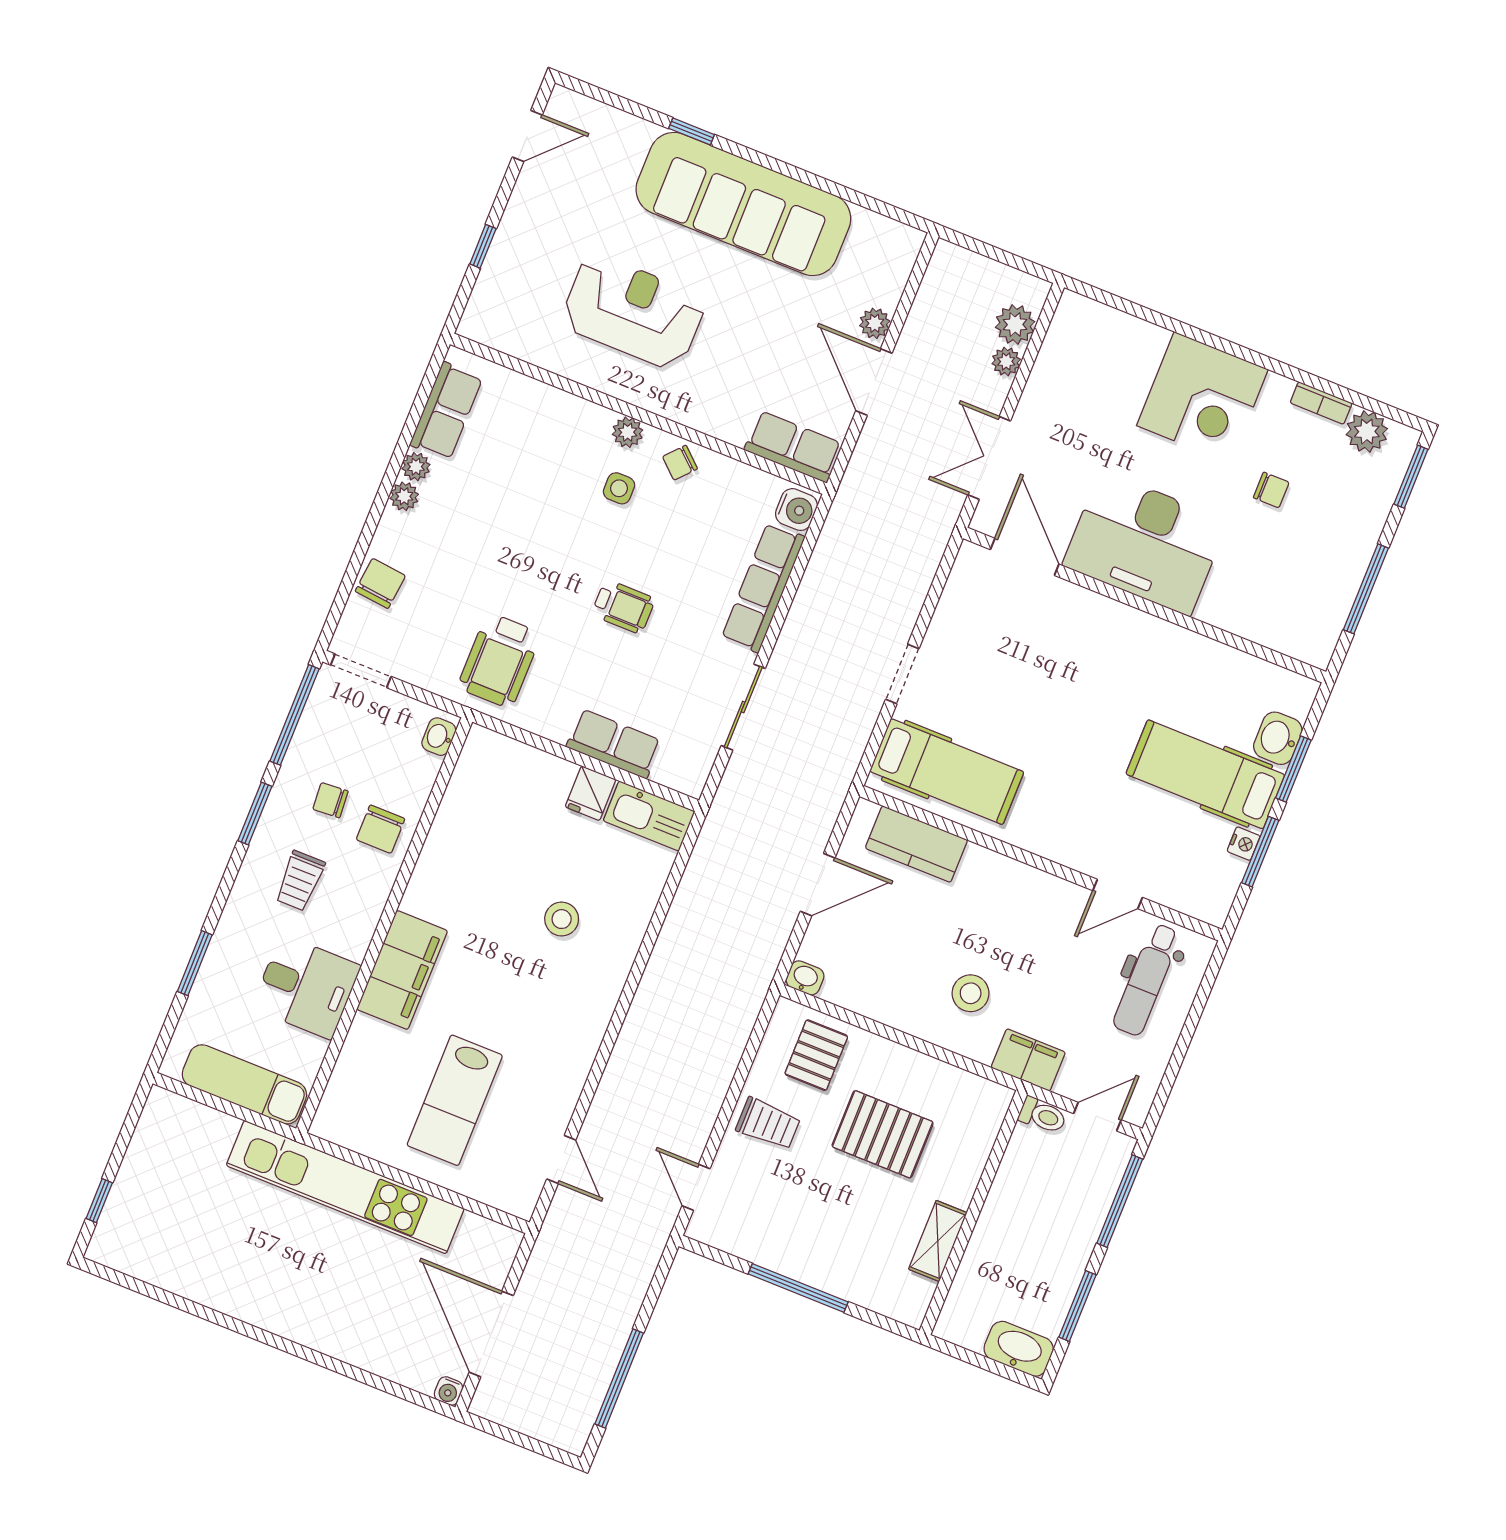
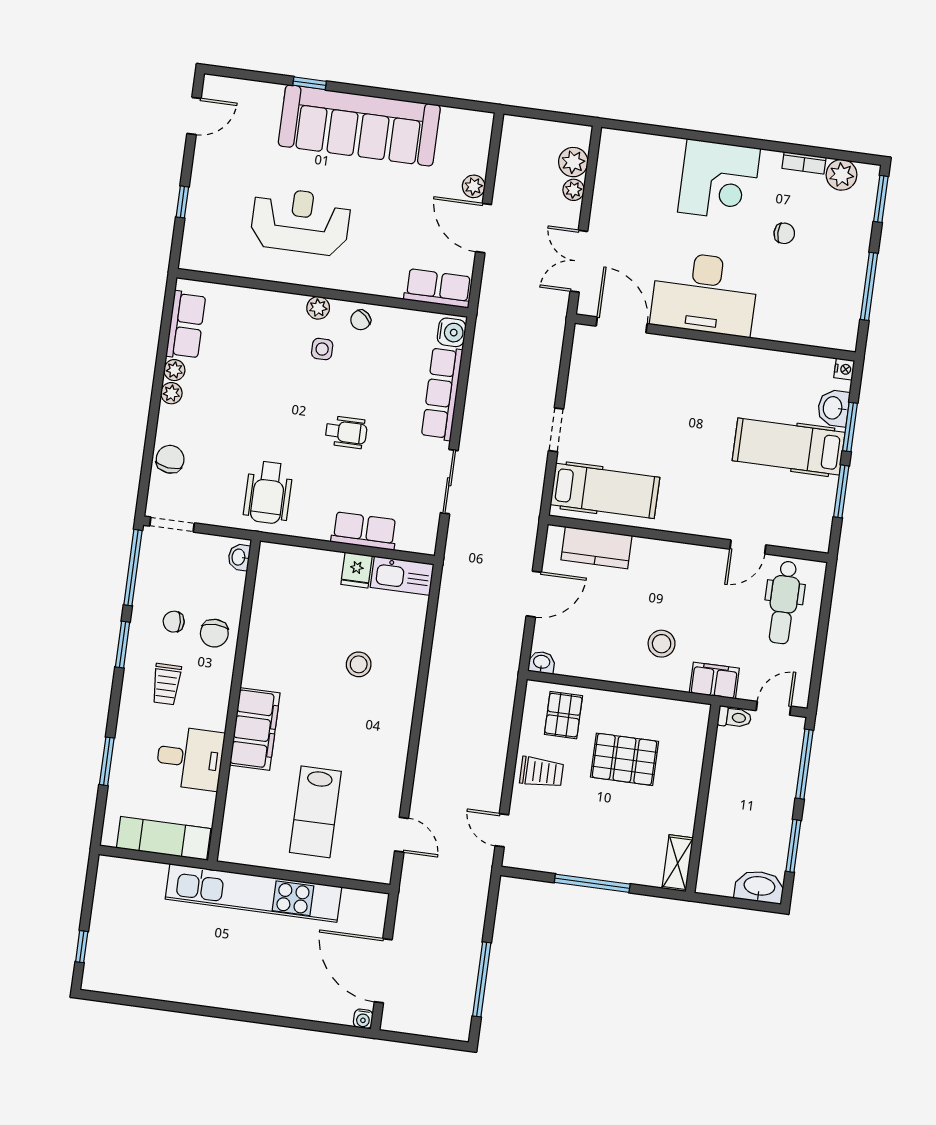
nightstand: (1244, 844) -> (844, 369), moved
shelving: (938, 1241) -> (678, 863), moved

